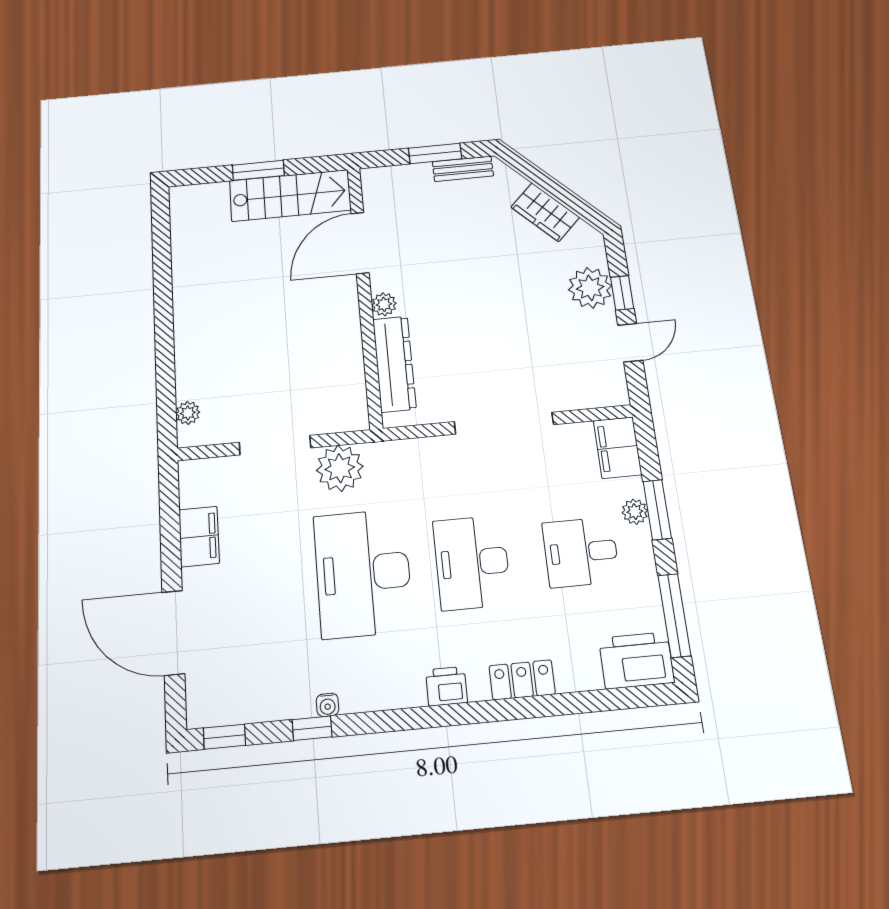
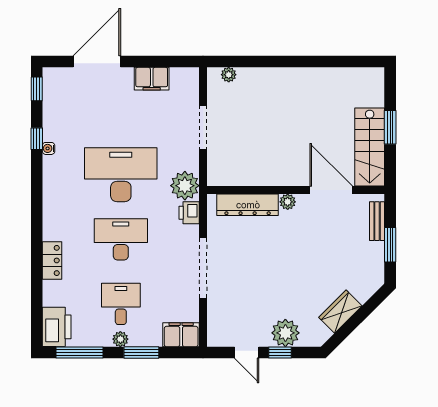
bench: (463, 169) -> (377, 221), moved
plant: (340, 468) -> (185, 186), moved
plant: (635, 512) -> (120, 339), moved
printer: (446, 686) -> (189, 213), moved, turned 180

